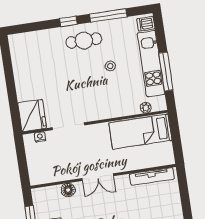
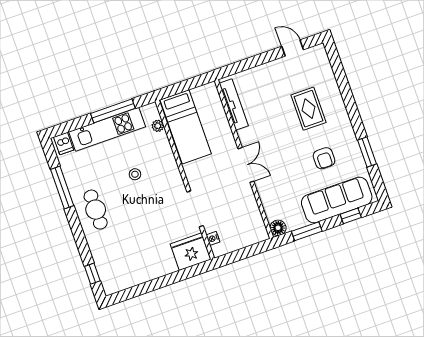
window: (68, 21) -> (92, 274), moved
stool: (110, 66) -> (135, 174), moved
floor lamp: (68, 190) -> (278, 228), moved

